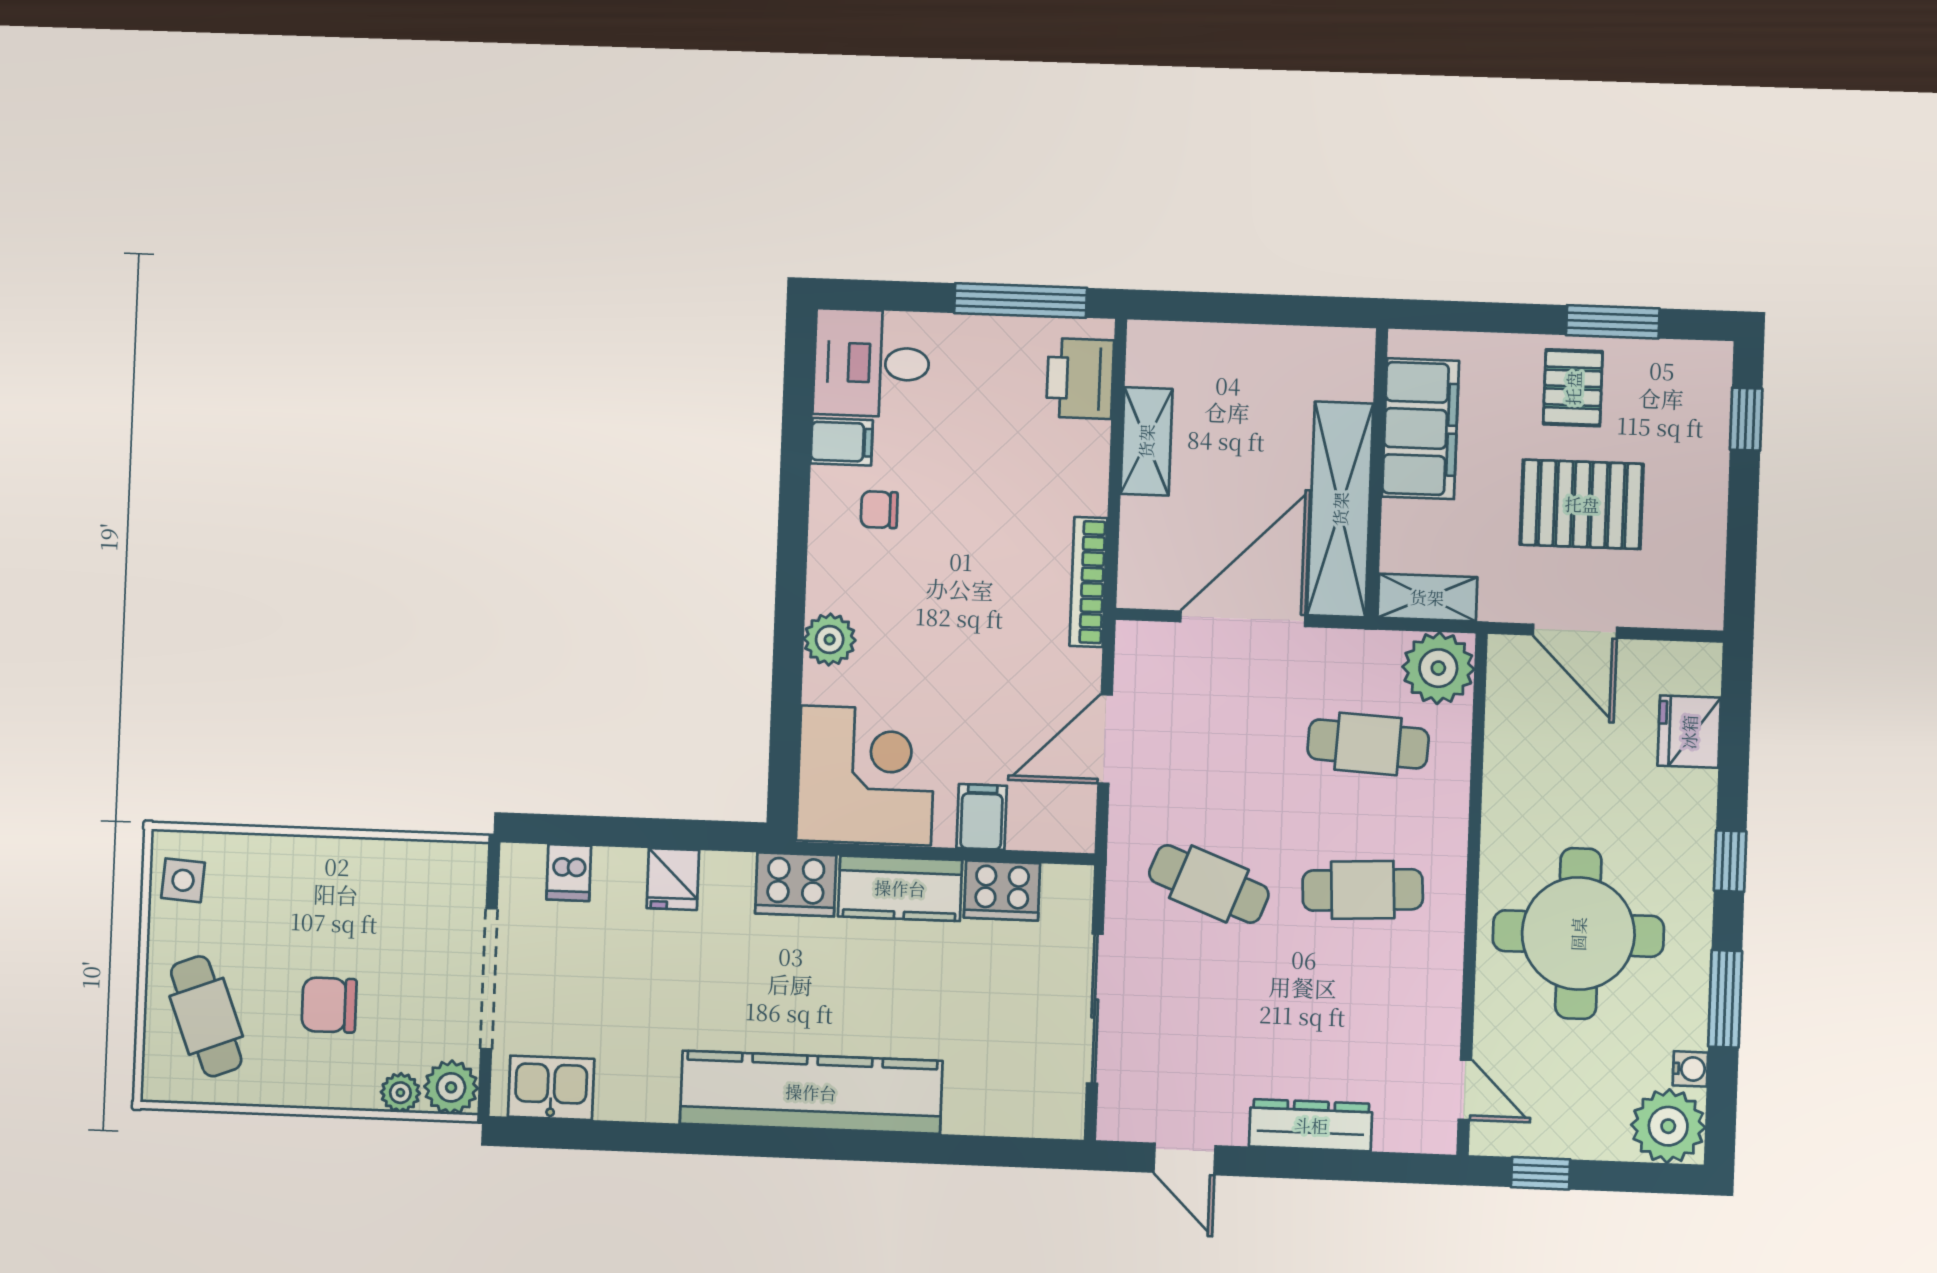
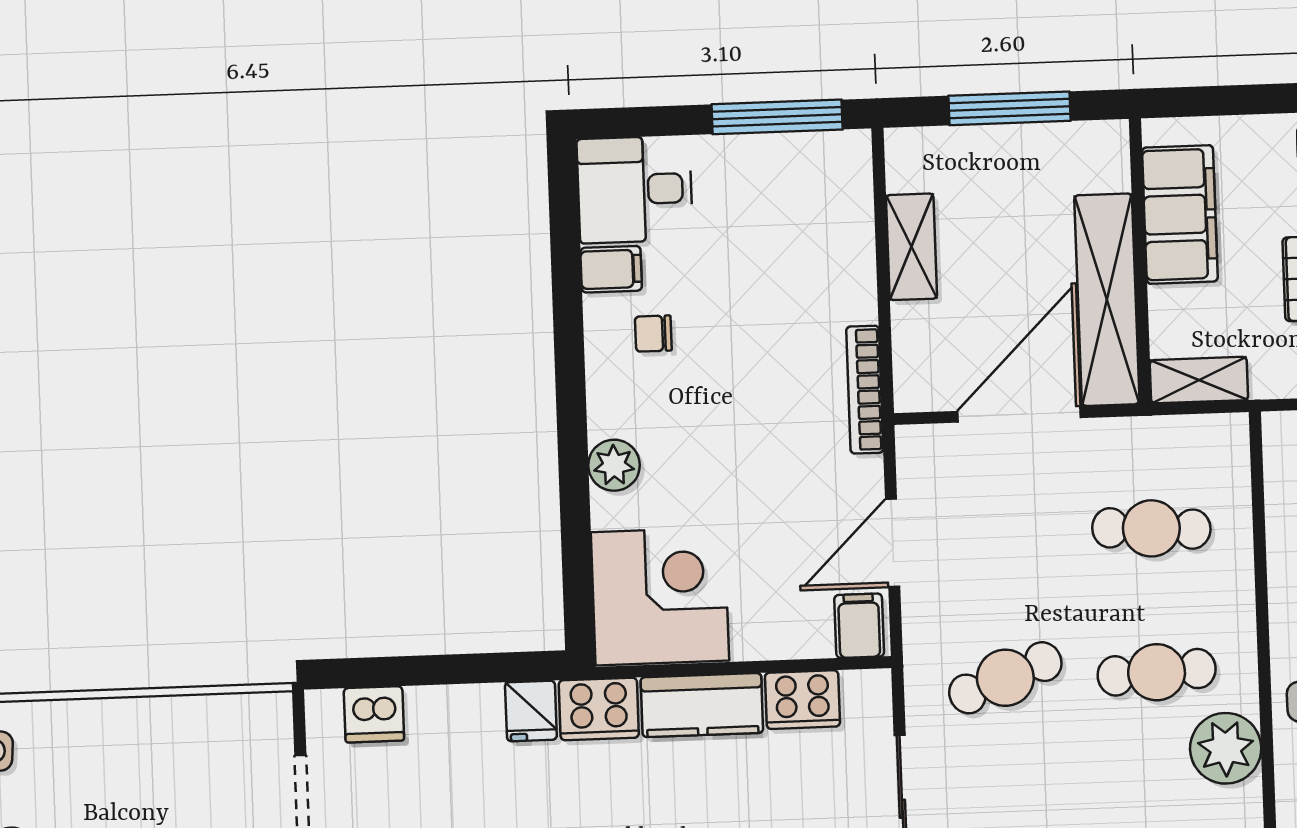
window: (1256, 309) -> (1010, 108), added
printer: (1080, 378) -> (842, 190), removed
plant: (1438, 668) -> (1226, 748), moved
filing cabinet: (982, 817) -> (859, 626), moved
dishwasher: (569, 873) -> (374, 714), width x1.38
fridge: (673, 879) -> (531, 711), moved
cafe table: (1209, 884) -> (1005, 678), turned -42

